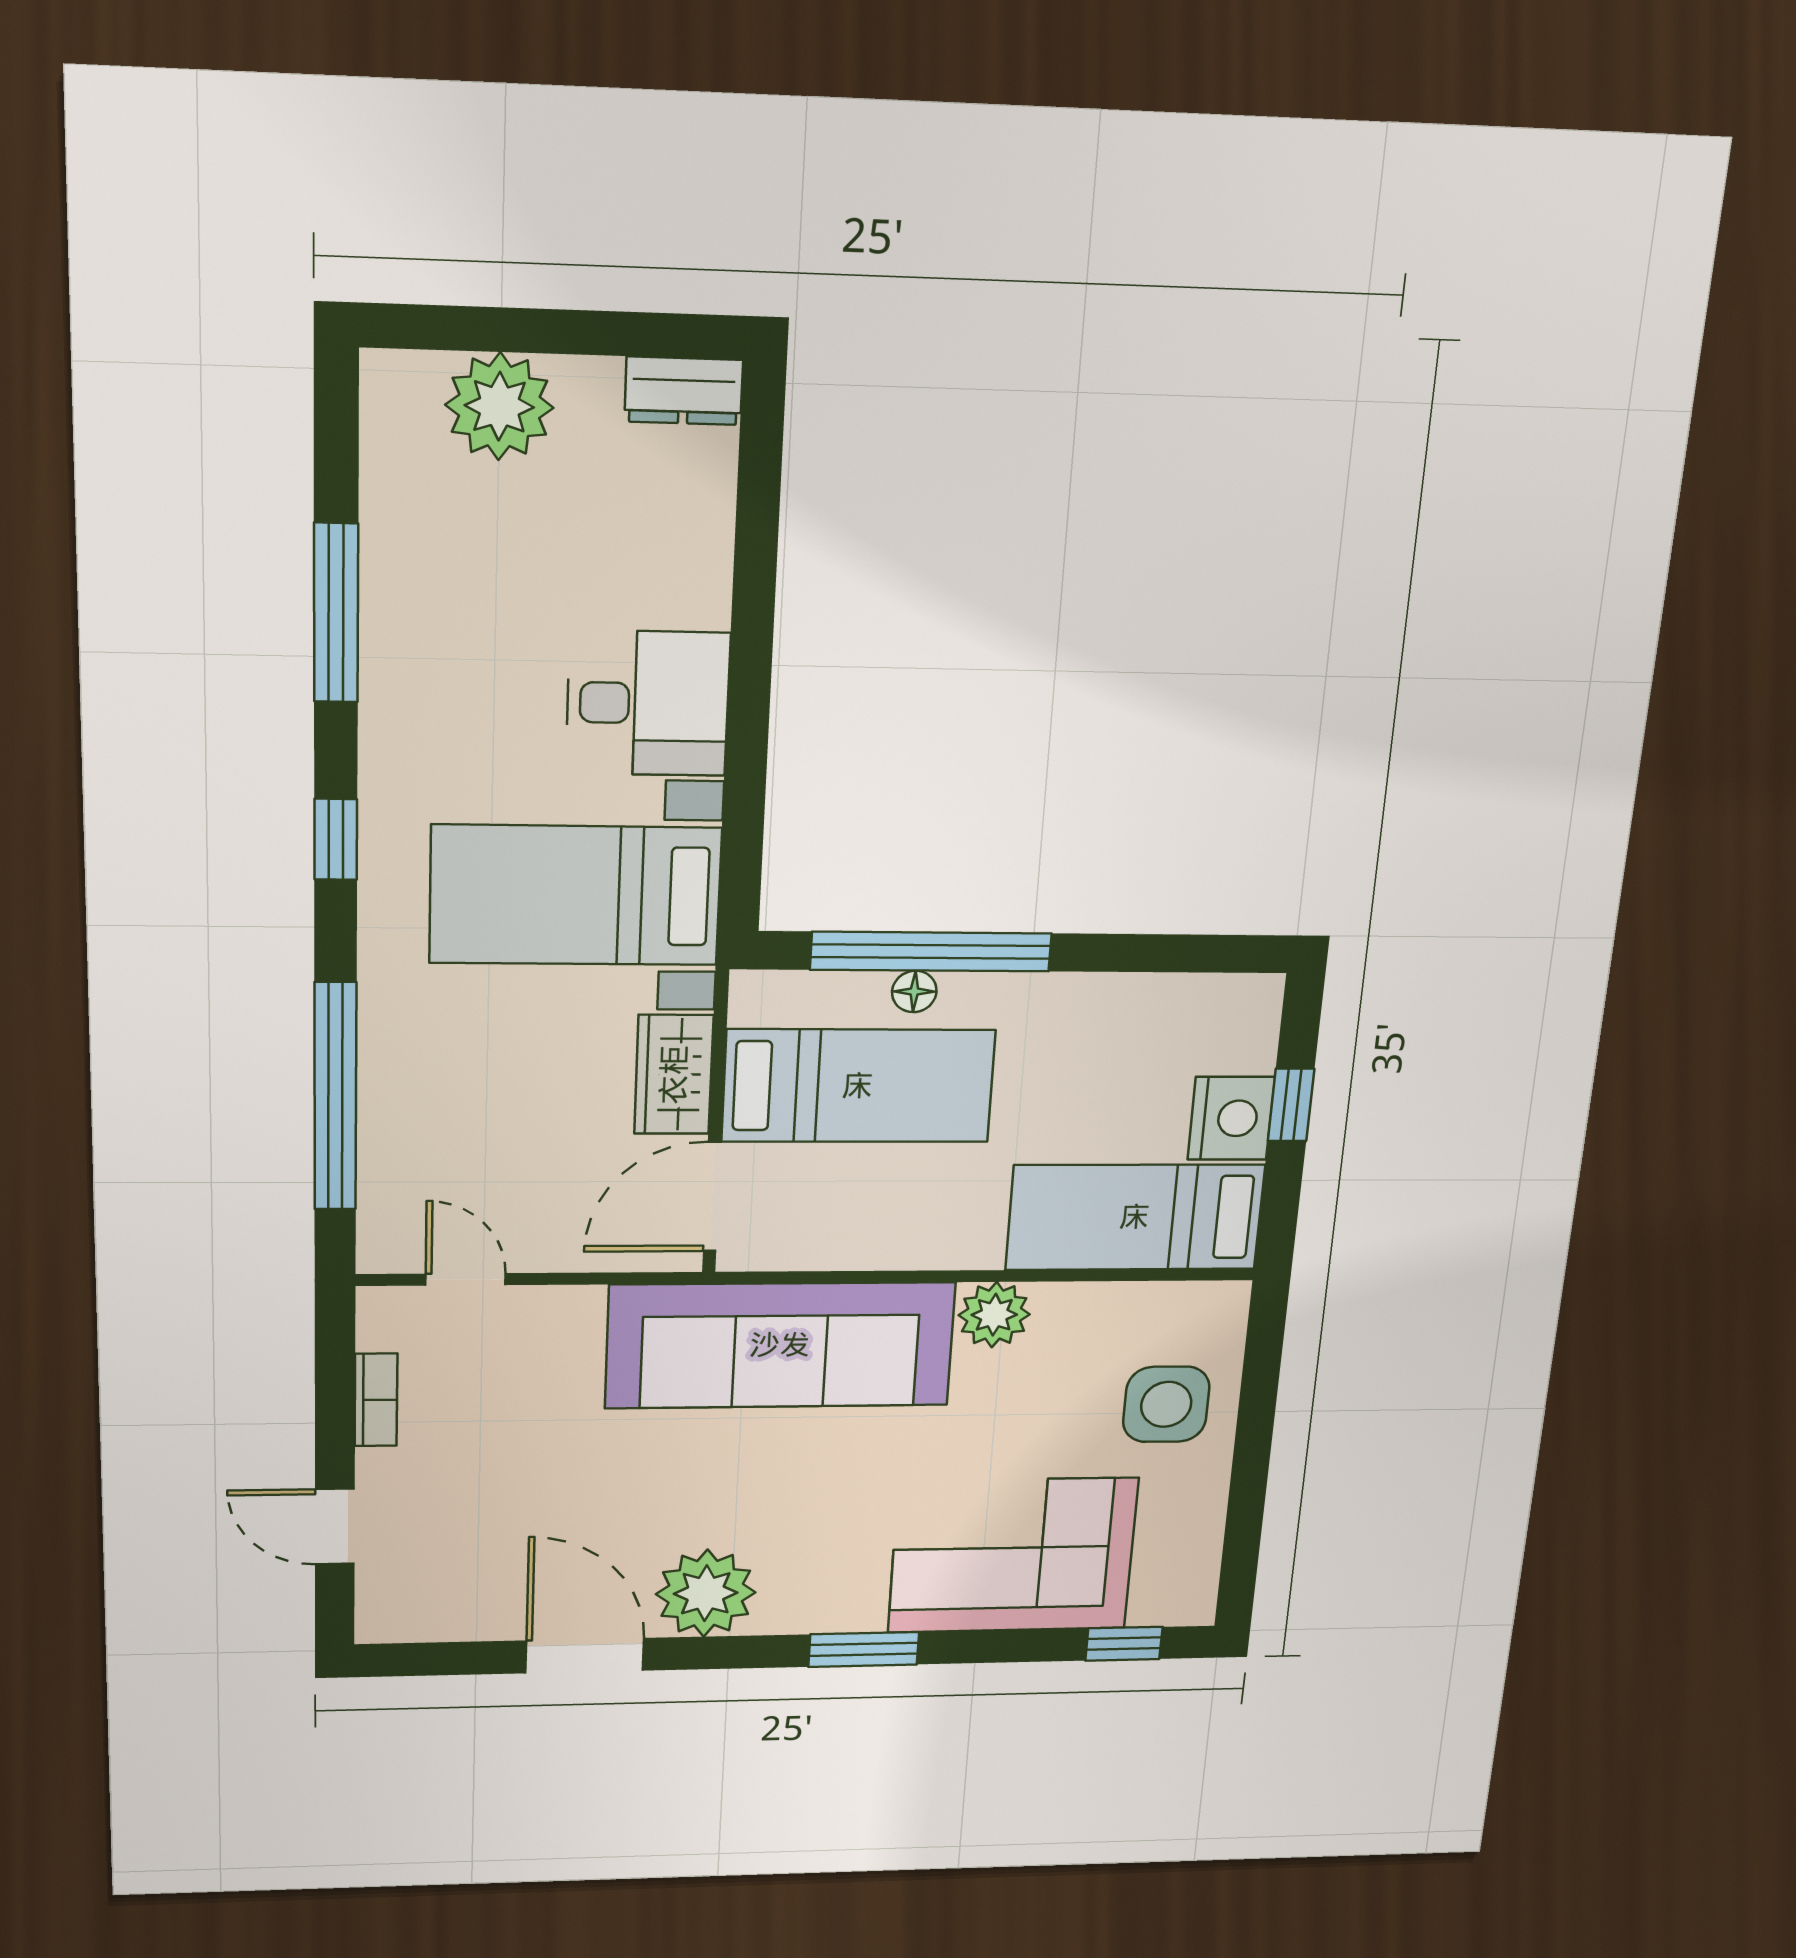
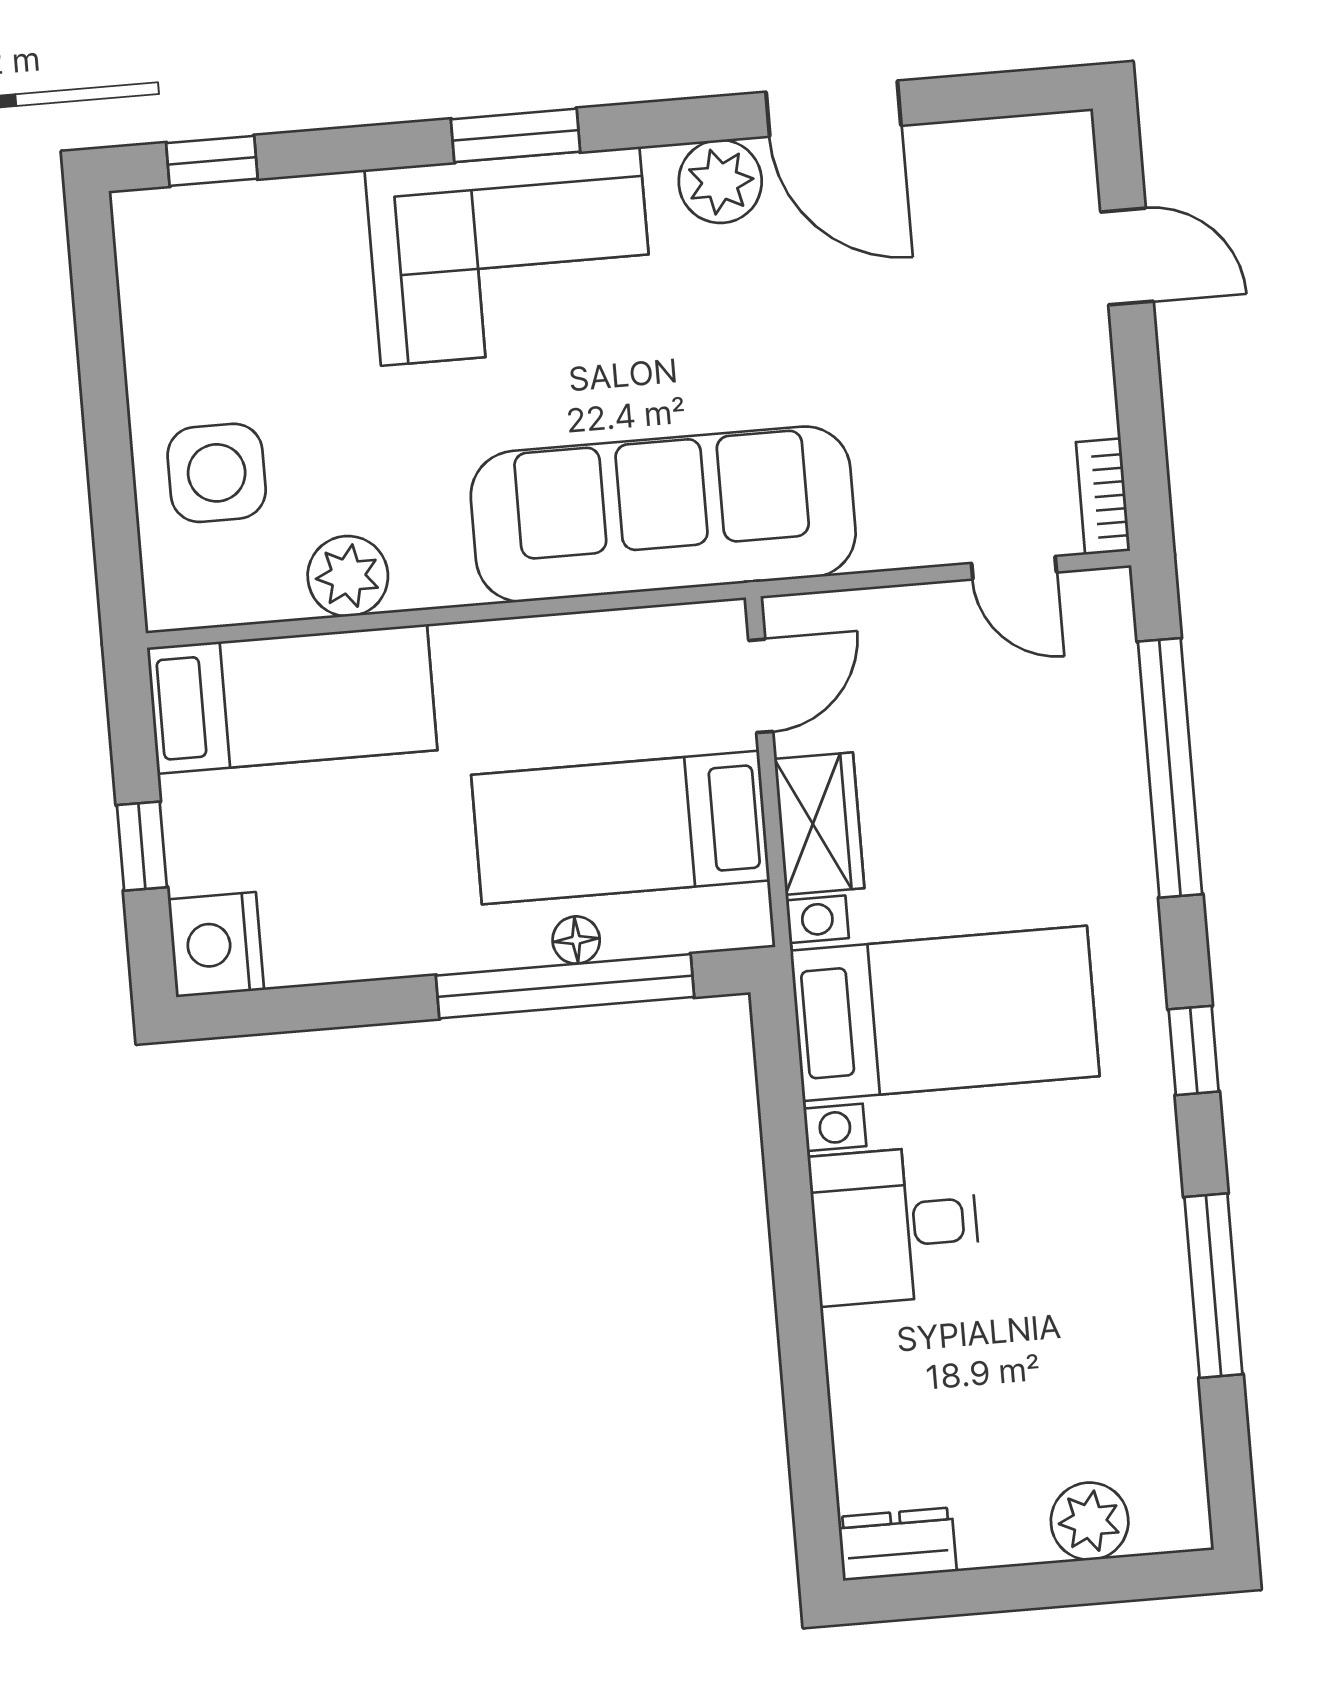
plant: (499, 406) -> (1090, 1521), width x0.73, depth x0.73
nightstand: (1231, 1118) -> (216, 945), moved
door: (712, 1197) -> (761, 686), width x0.73
plant: (994, 1315) -> (348, 576), moved
bookcase: (376, 1400) -> (1103, 496), moved
corner sofa: (1013, 1555) -> (510, 256), moved
plant: (706, 1593) -> (720, 181), width x0.73, depth x0.73

